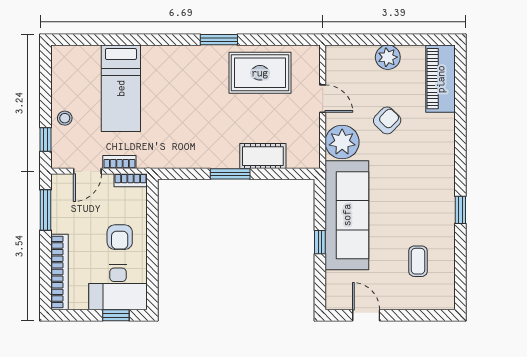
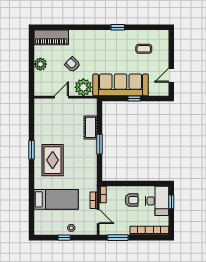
rug: (260, 73) -> (53, 160), moved
window: (46, 140) -> (64, 238), moved

